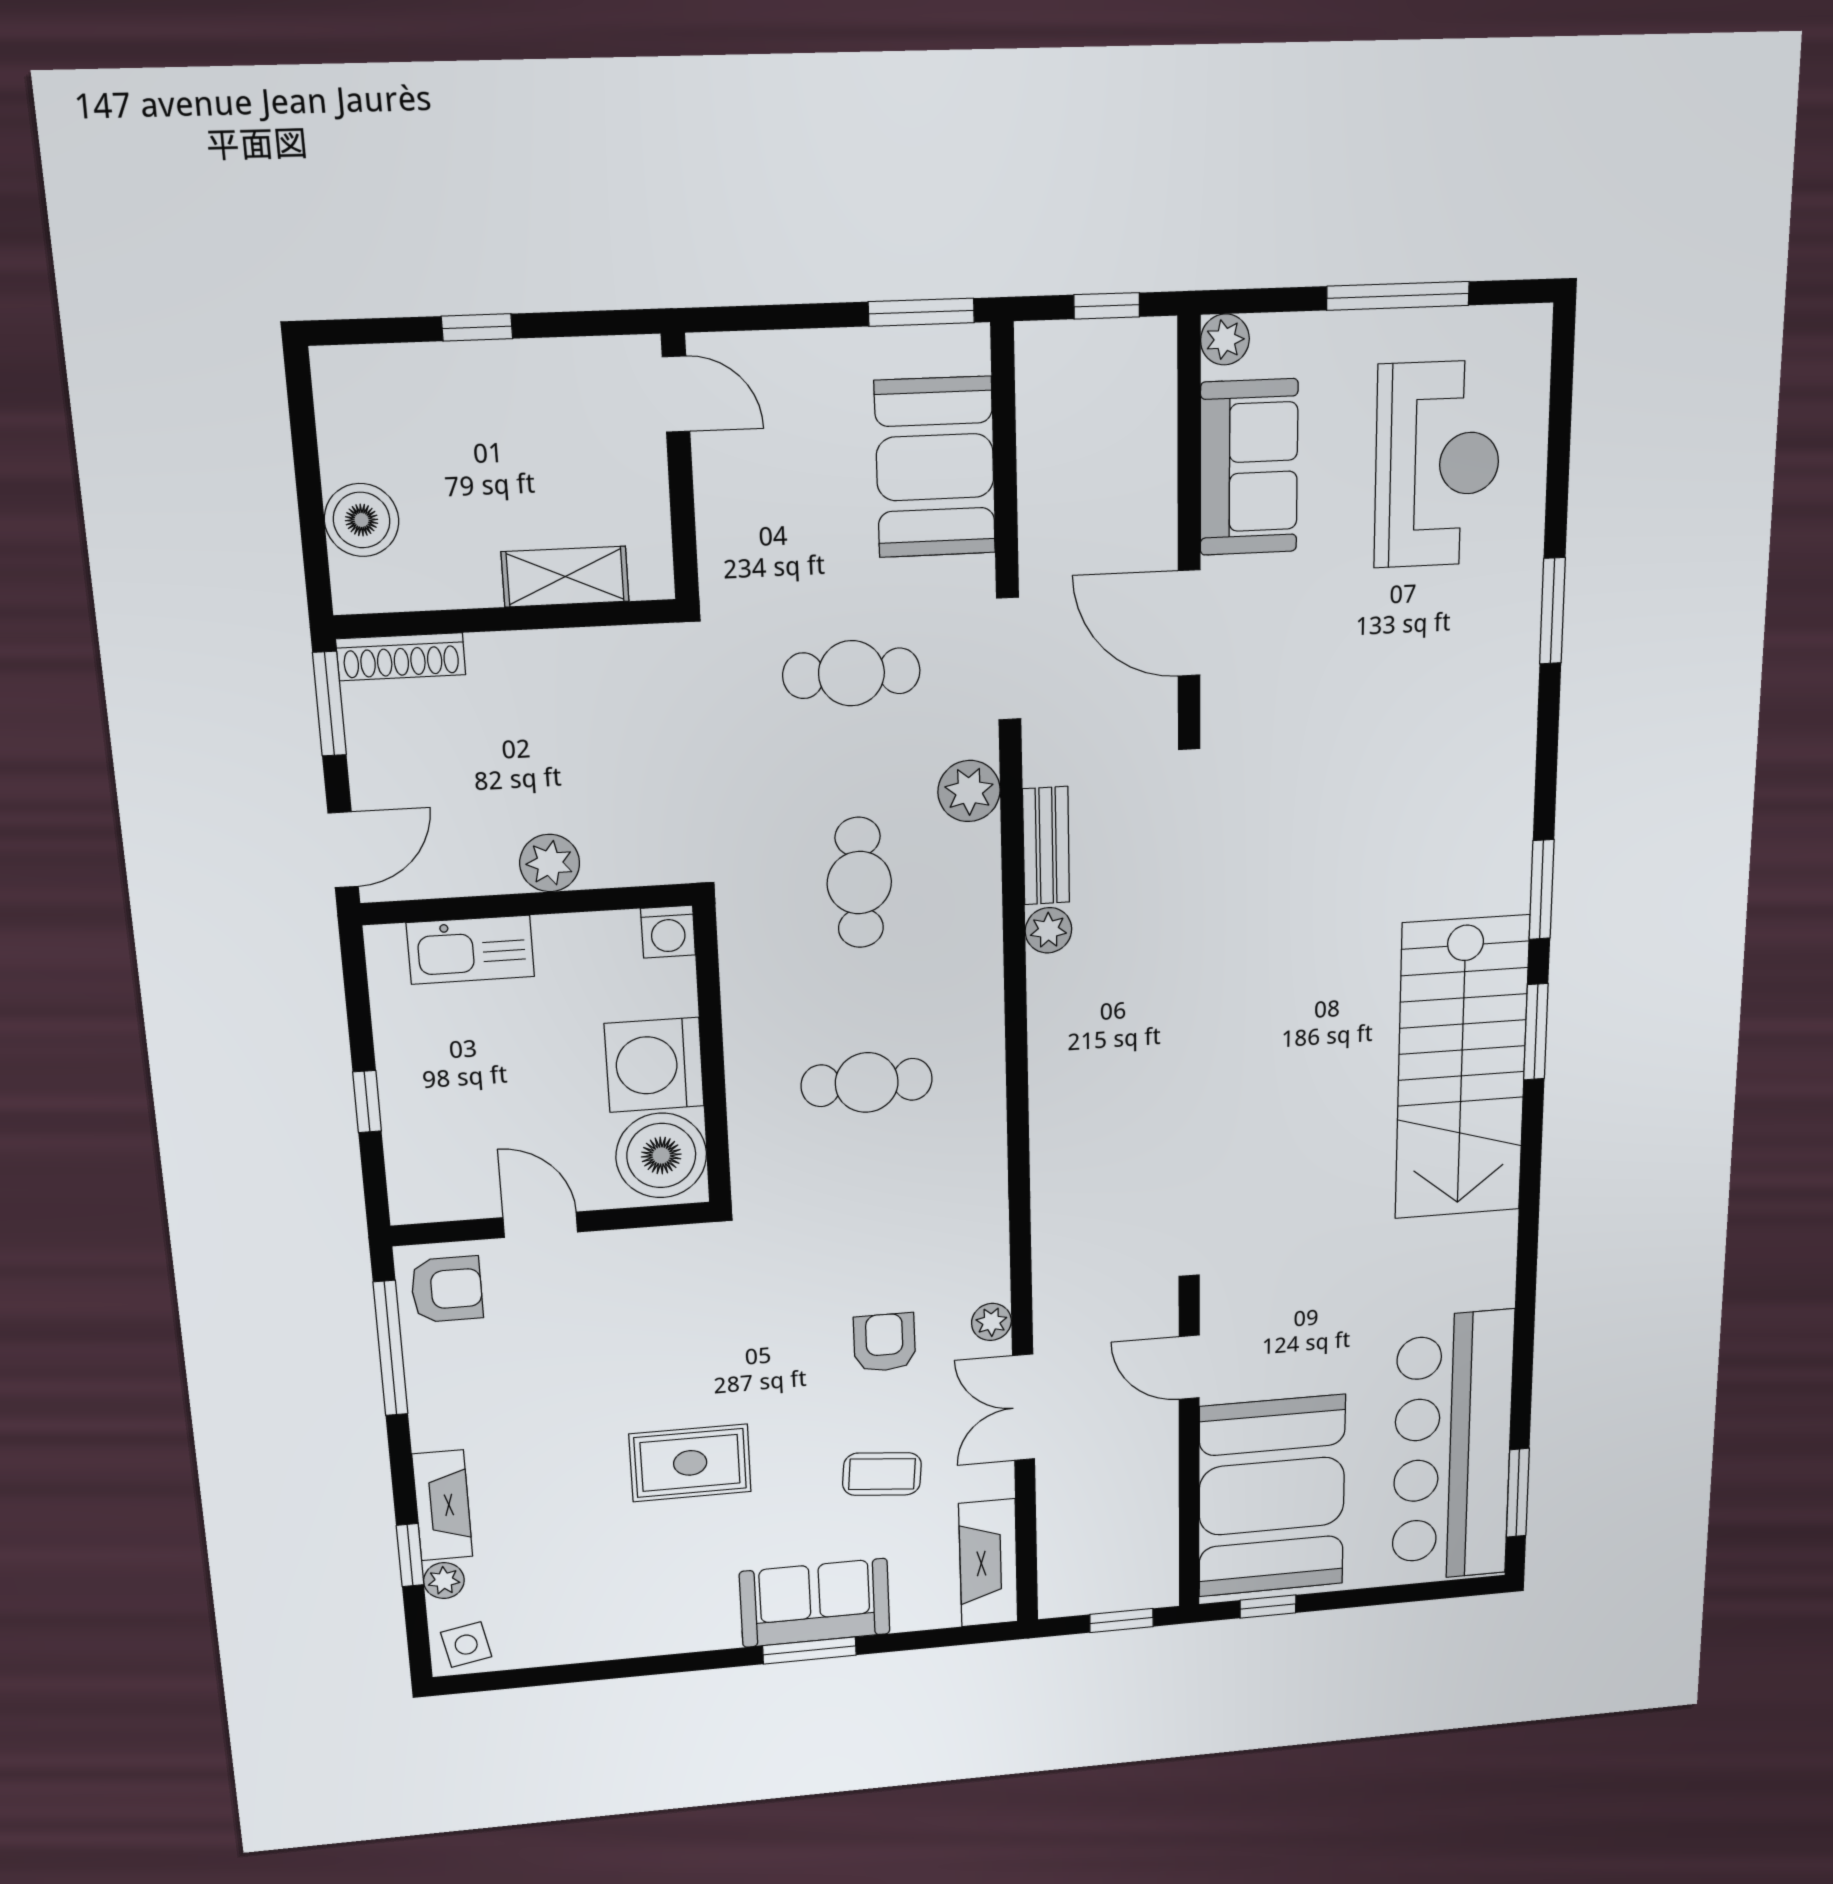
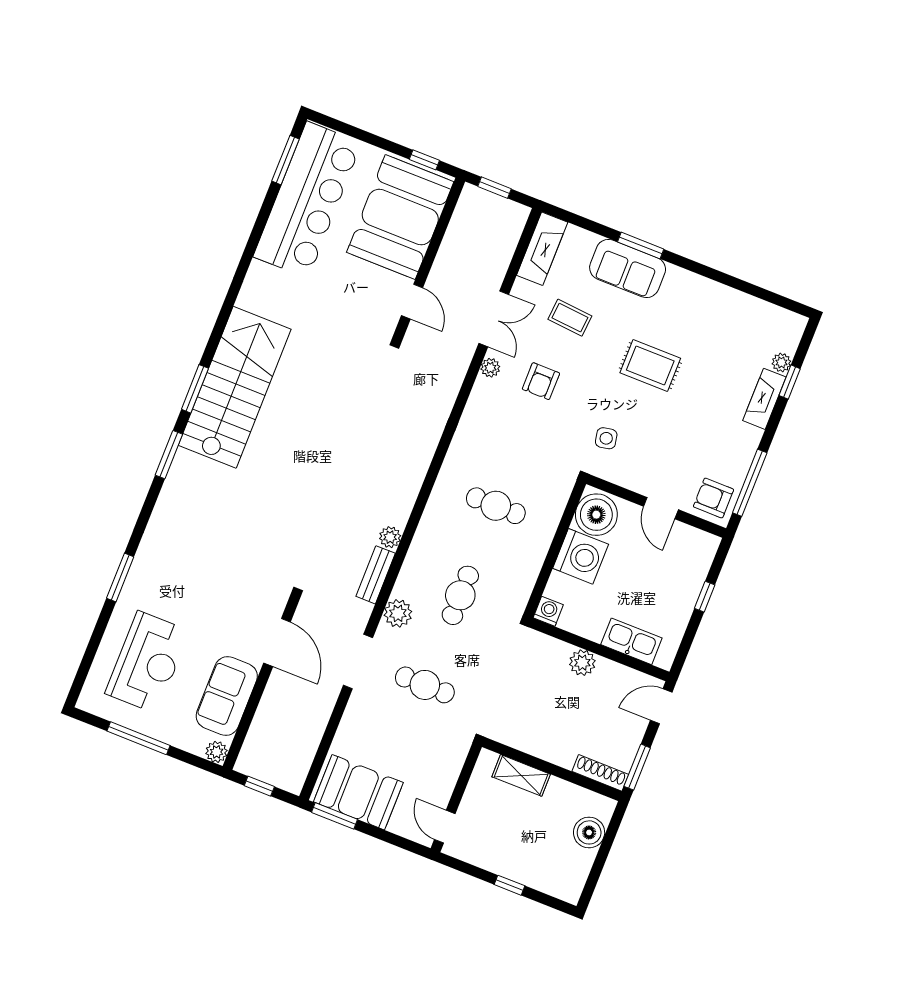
reception desk: (1437, 464) -> (147, 662), turned 180
booth: (935, 467) -> (358, 792), moved, turned 90
side table: (466, 1645) -> (606, 438), moved

